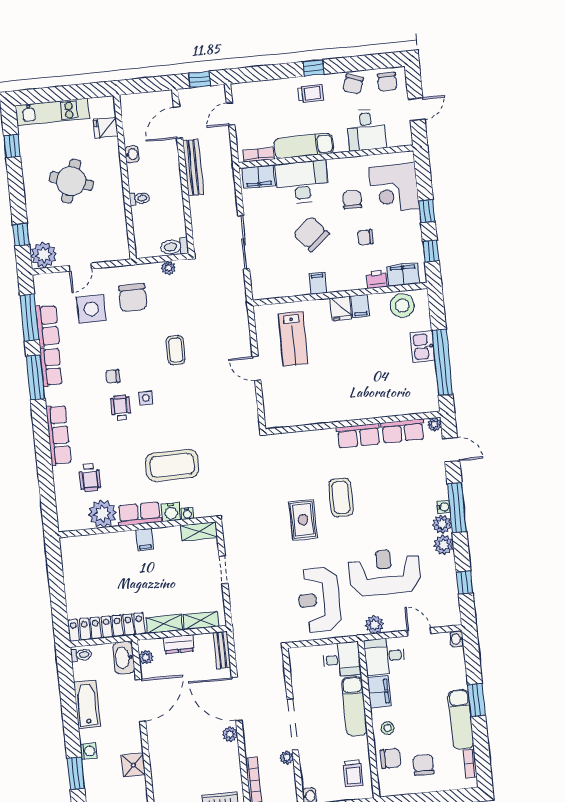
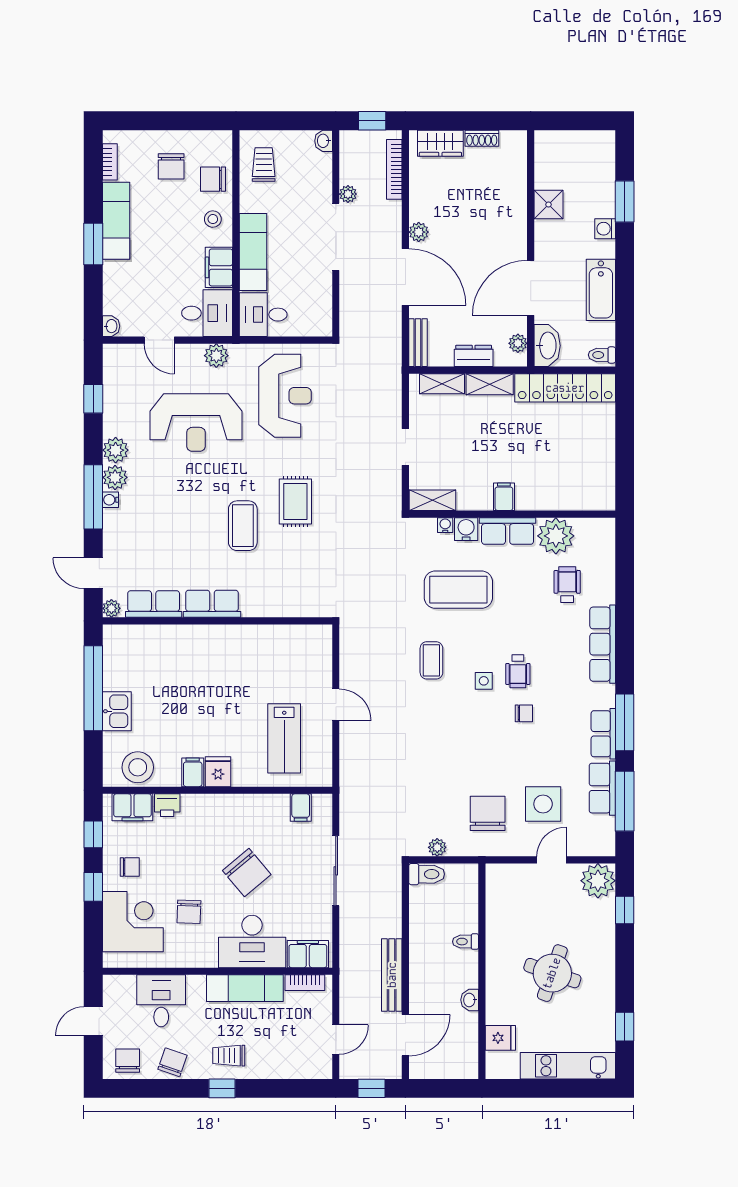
chair: (365, 237) -> (130, 867), moved
filing cabinet: (318, 283) -> (301, 808), moved
lab bench: (293, 339) -> (284, 738), turned 180
coffee table: (176, 350) -> (431, 660), moved

